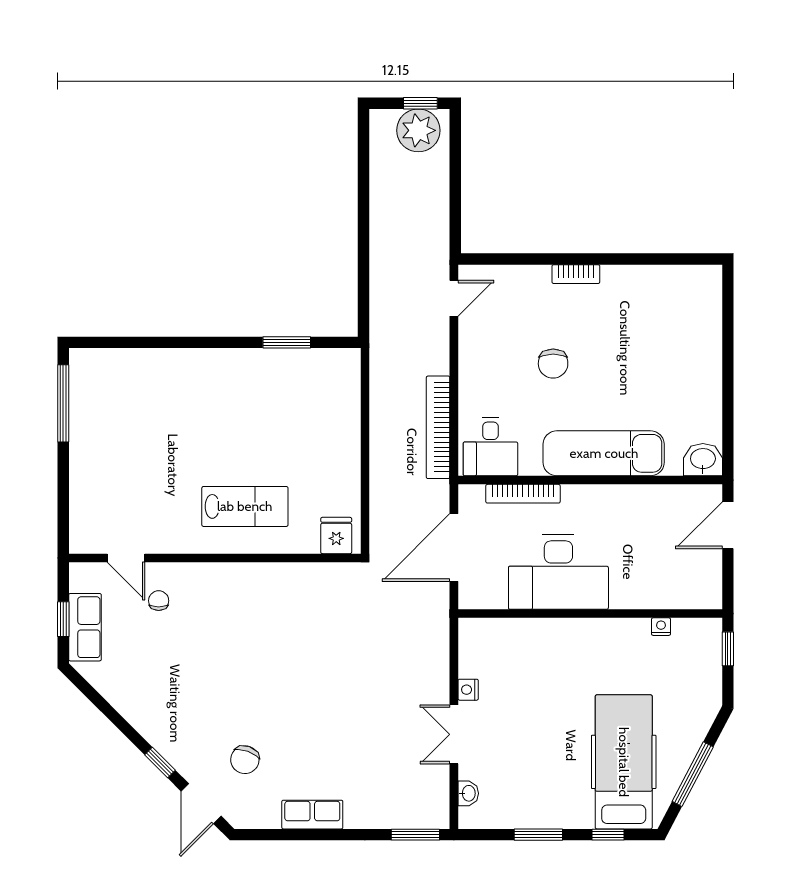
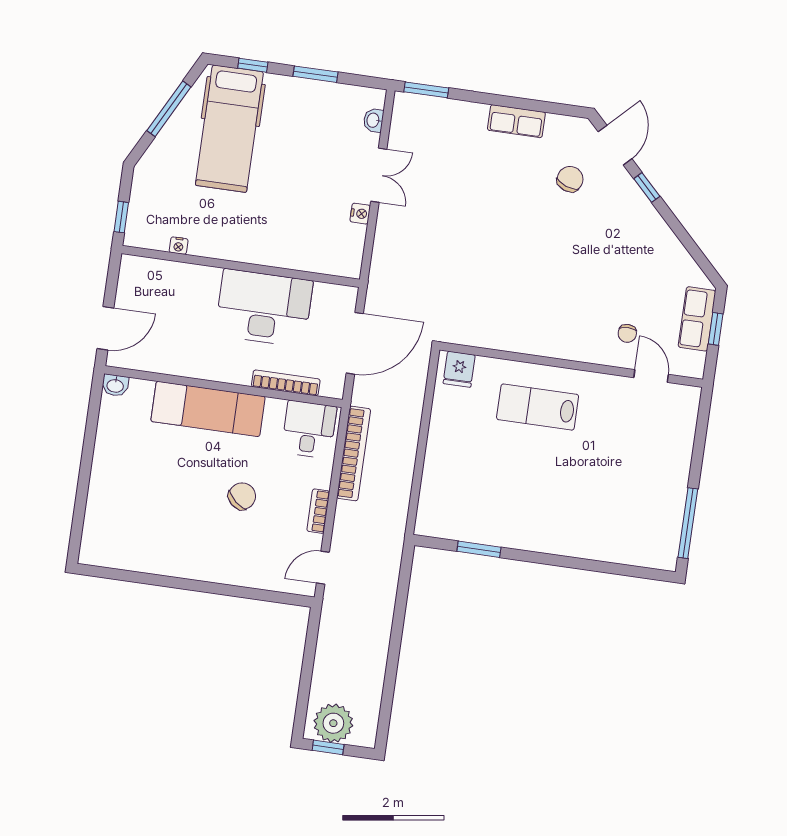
bookcase: (576, 274) -> (318, 511), moved, turned -90
chair: (553, 364) -> (242, 496), turned 41
washbasin: (703, 460) -> (115, 385), width x0.72, depth x0.69

